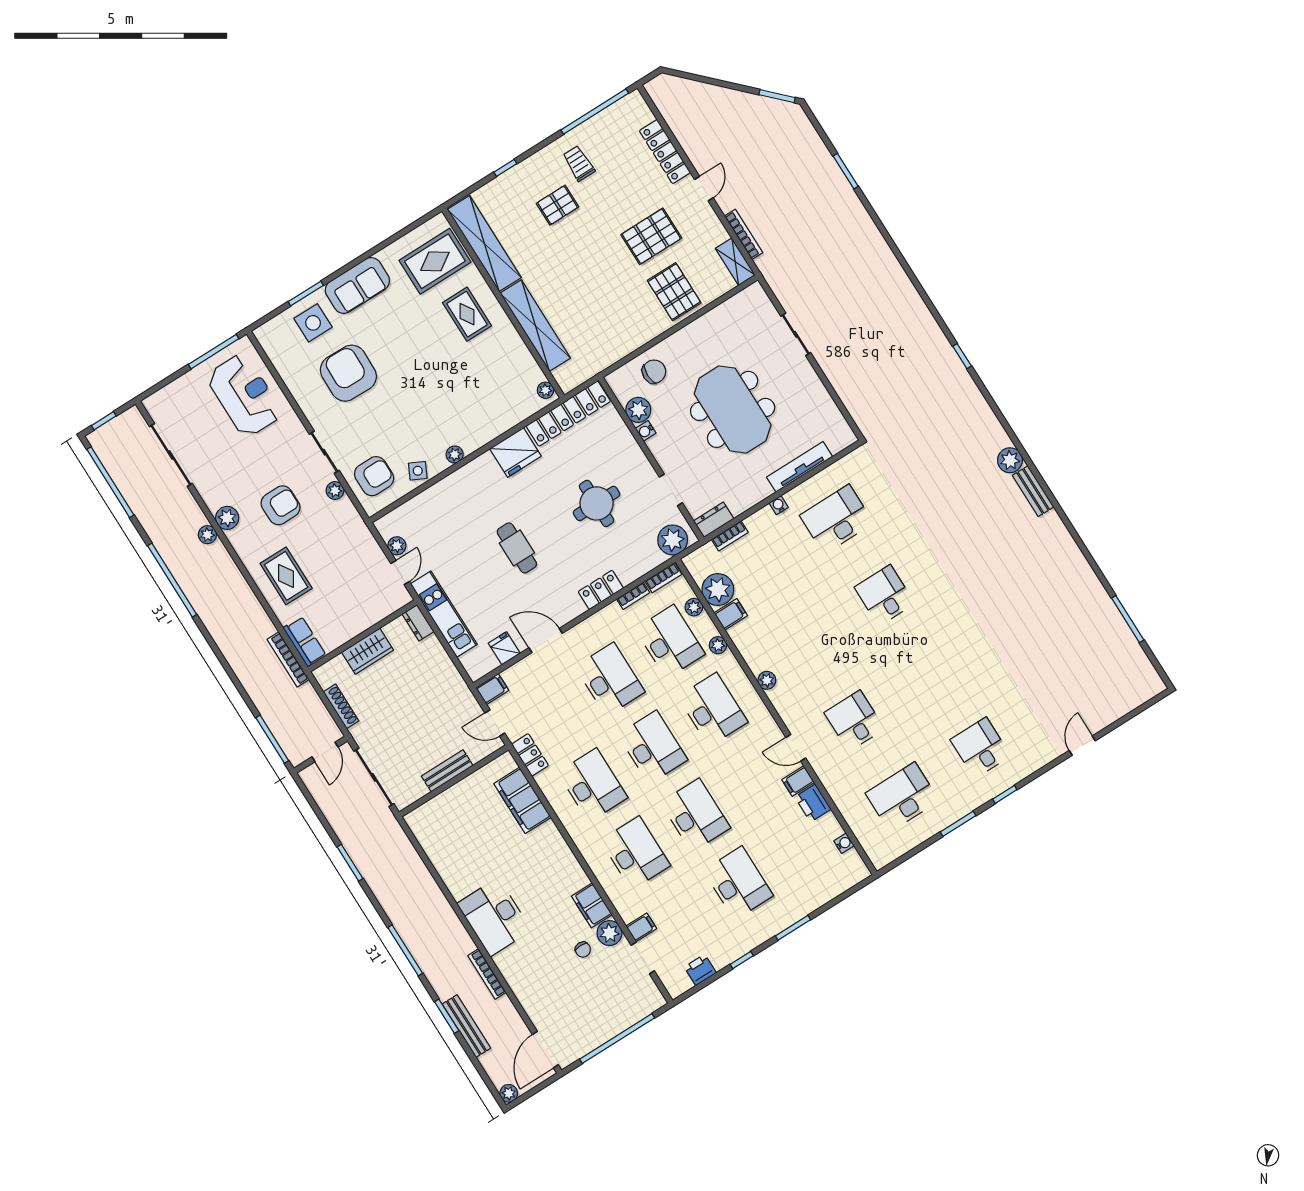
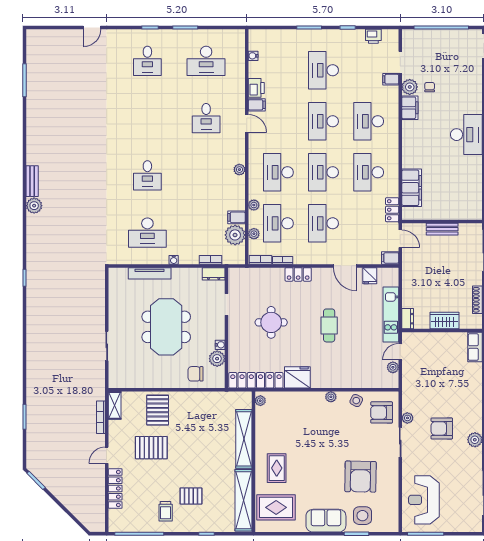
plant: (673, 540) -> (243, 277), removed
rug: (286, 576) -> (463, 389), removed

